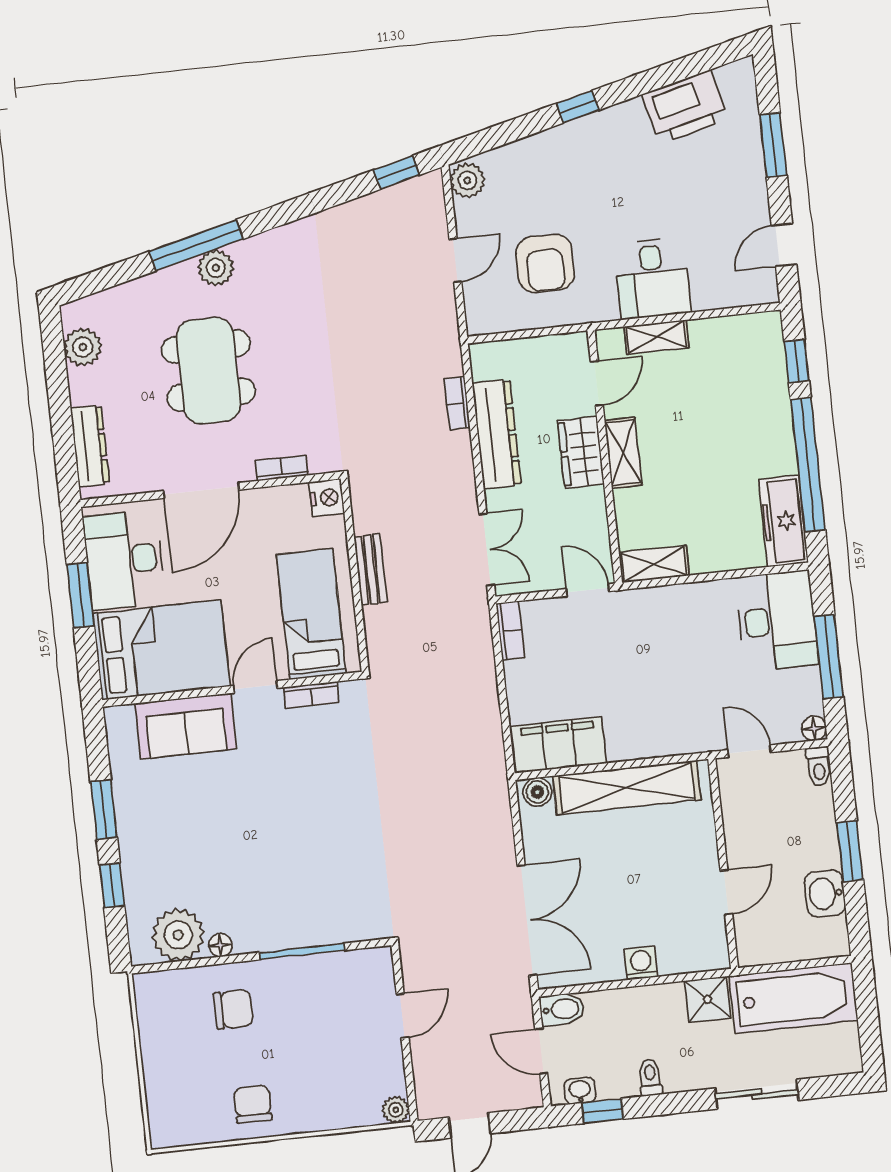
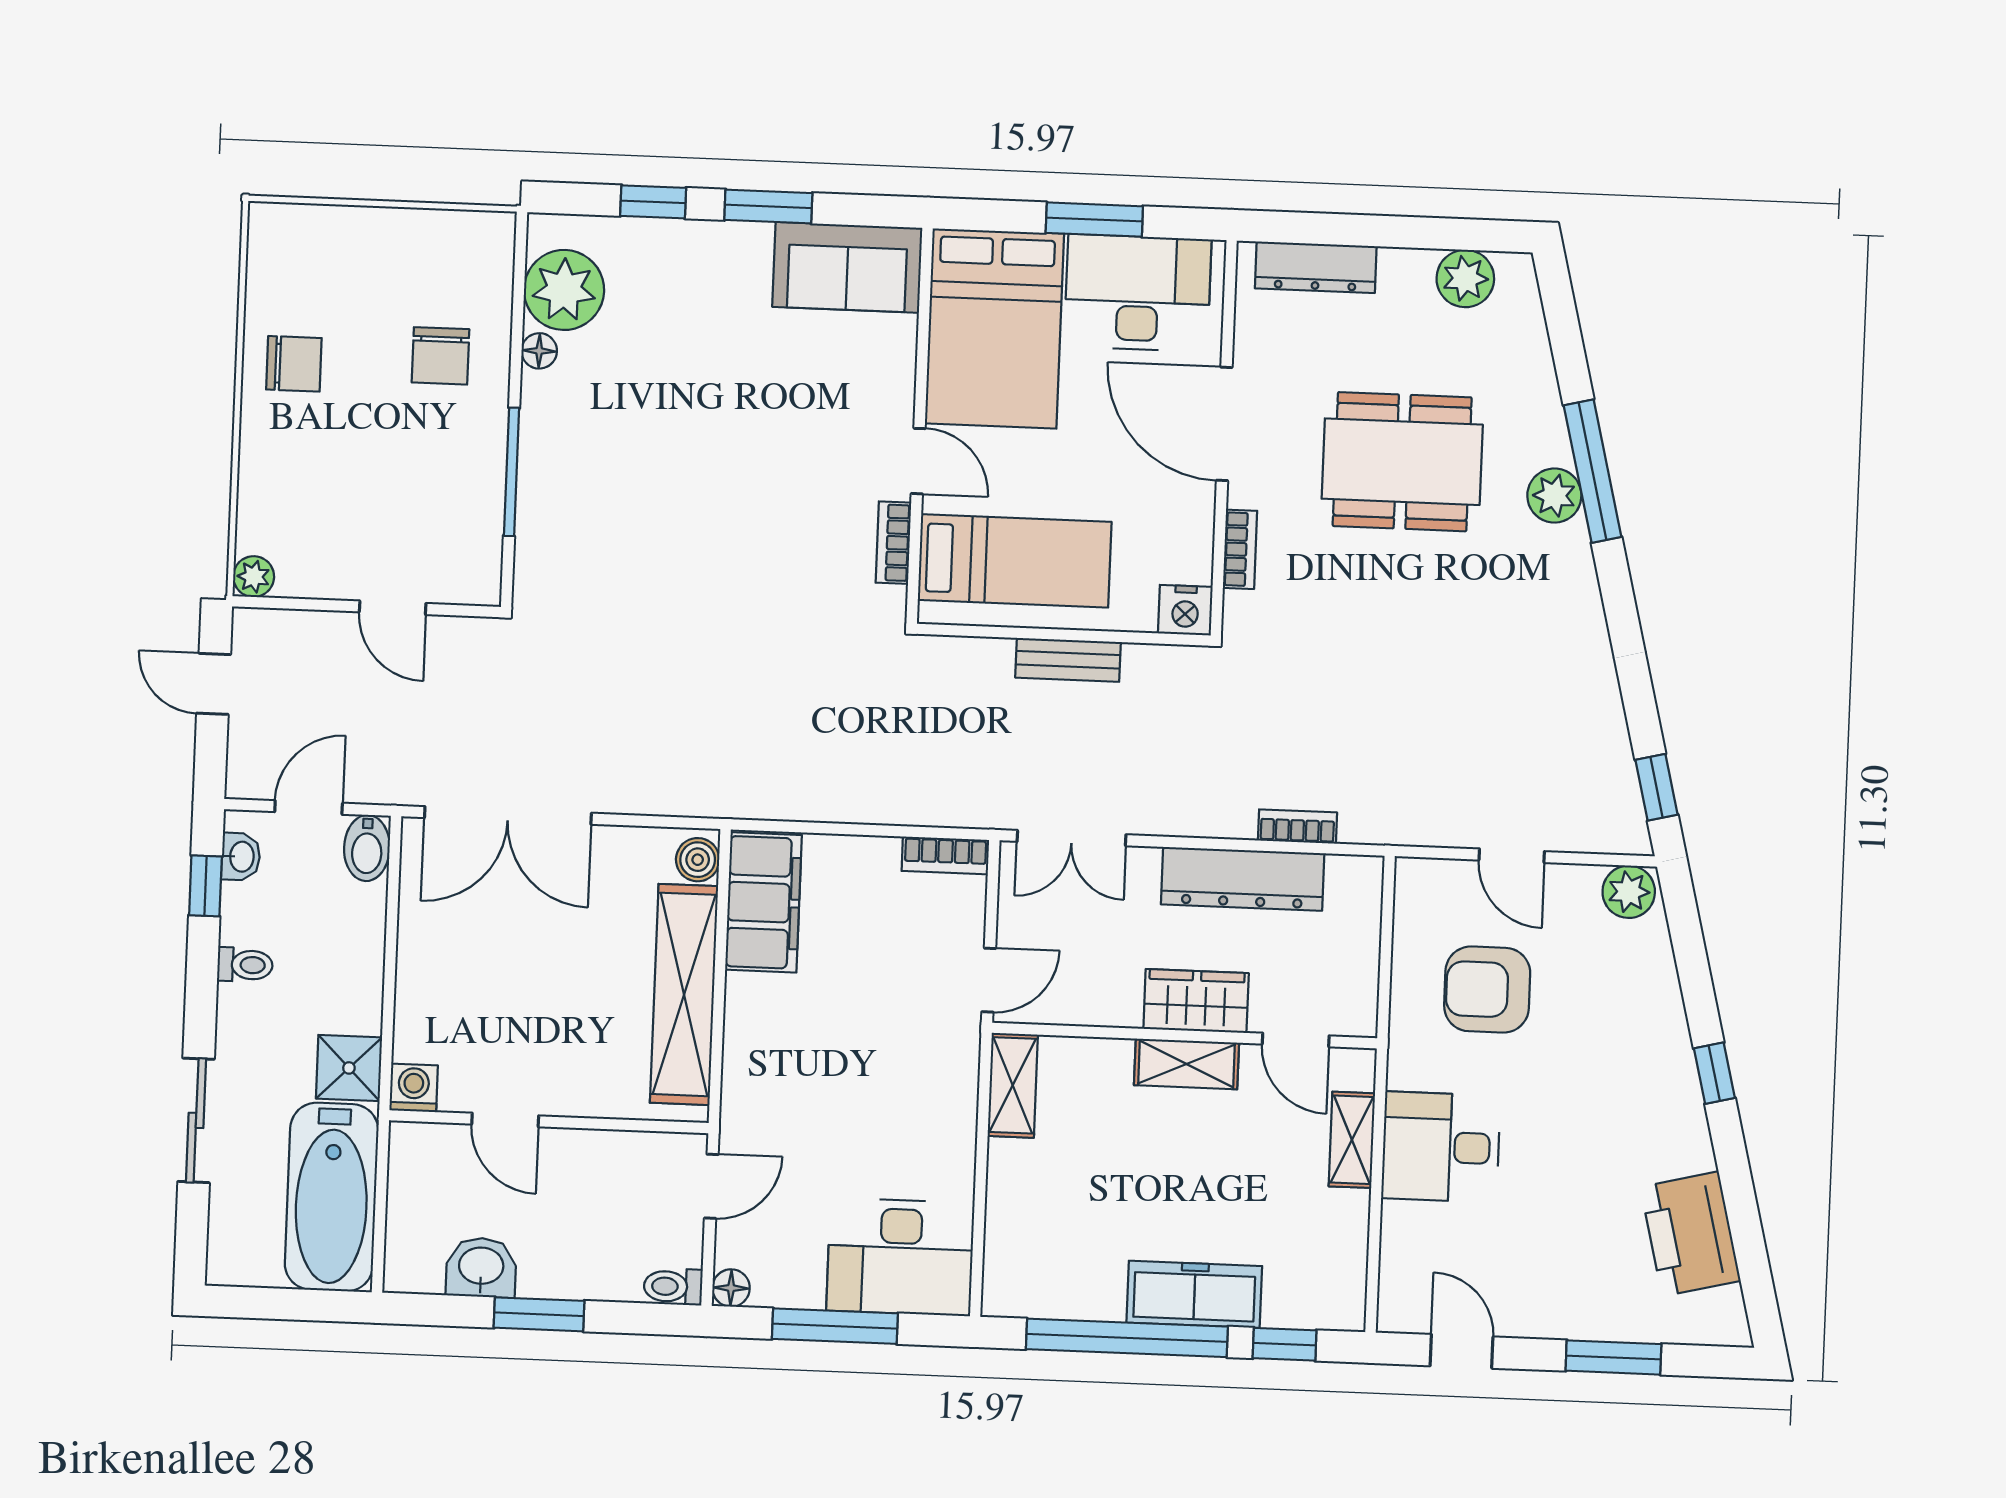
freezer: (783, 521) -> (1194, 1294), moved
sofa: (186, 726) -> (847, 267), moved, turned -90
washing machine: (641, 963) -> (414, 1088), moved, turned -90

